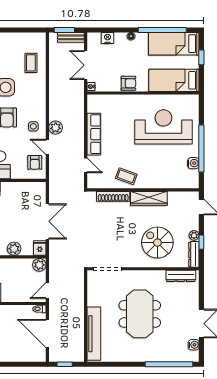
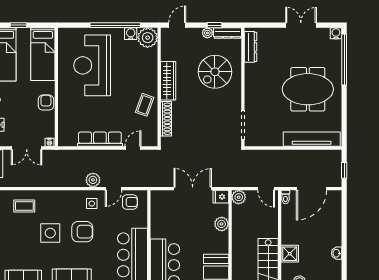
plant: (190, 179) -> (148, 38), added
meeting table: (140, 314) -> (308, 89), moved
water cooler: (194, 345) -> (336, 33), moved

